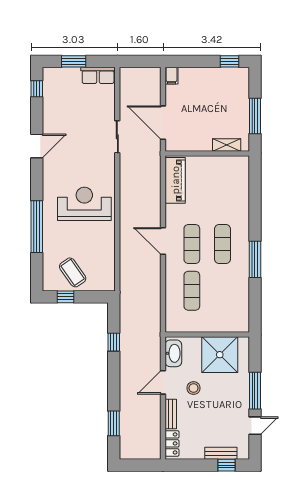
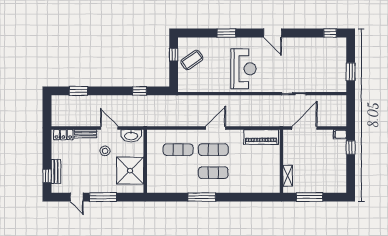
window: (74, 61) -> (351, 72), moved
window: (229, 61) -> (351, 148), moved
row of seats: (98, 75) -> (340, 79), removed
door: (37, 146) -> (273, 33), moved
window: (37, 227) -> (226, 33), width x0.47

